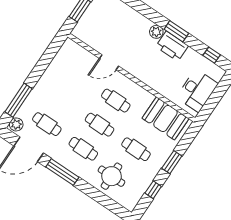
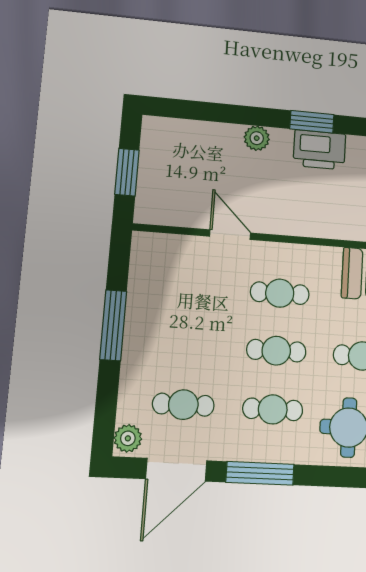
plant: (156, 32) -> (257, 138), moved
door: (109, 62) -> (230, 235), swing flipped
window: (19, 100) -> (113, 325), moved

